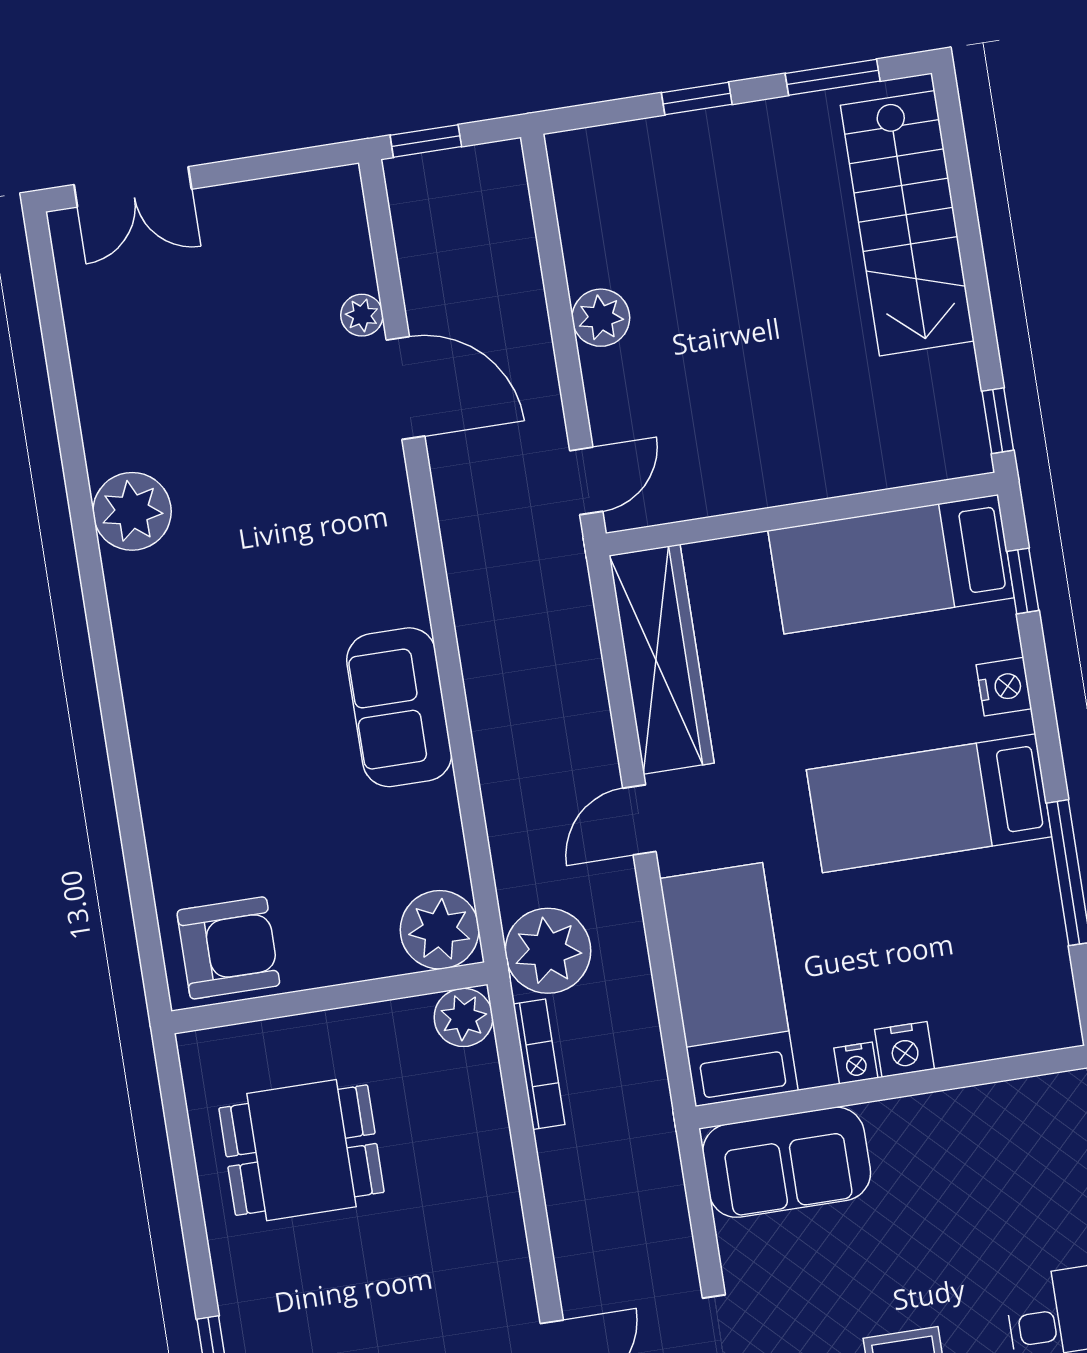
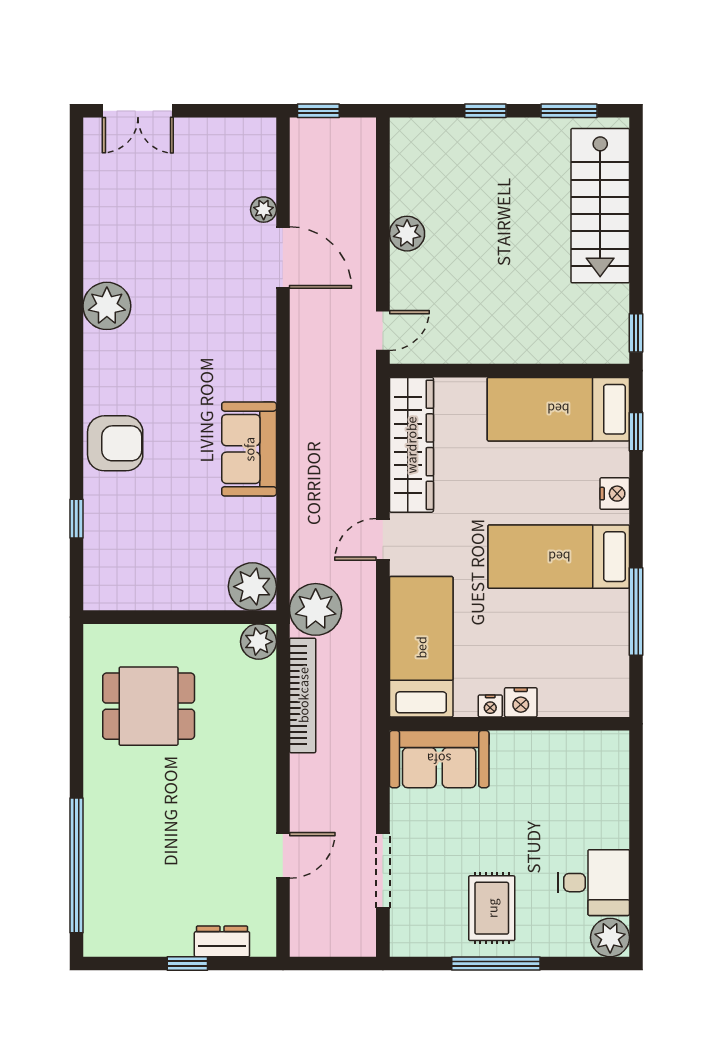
window: (137, 864) -> (76, 519), added
armchair: (228, 948) -> (115, 443), moved
bookcase: (539, 1064) -> (303, 695), width x1.48, depth x1.31

